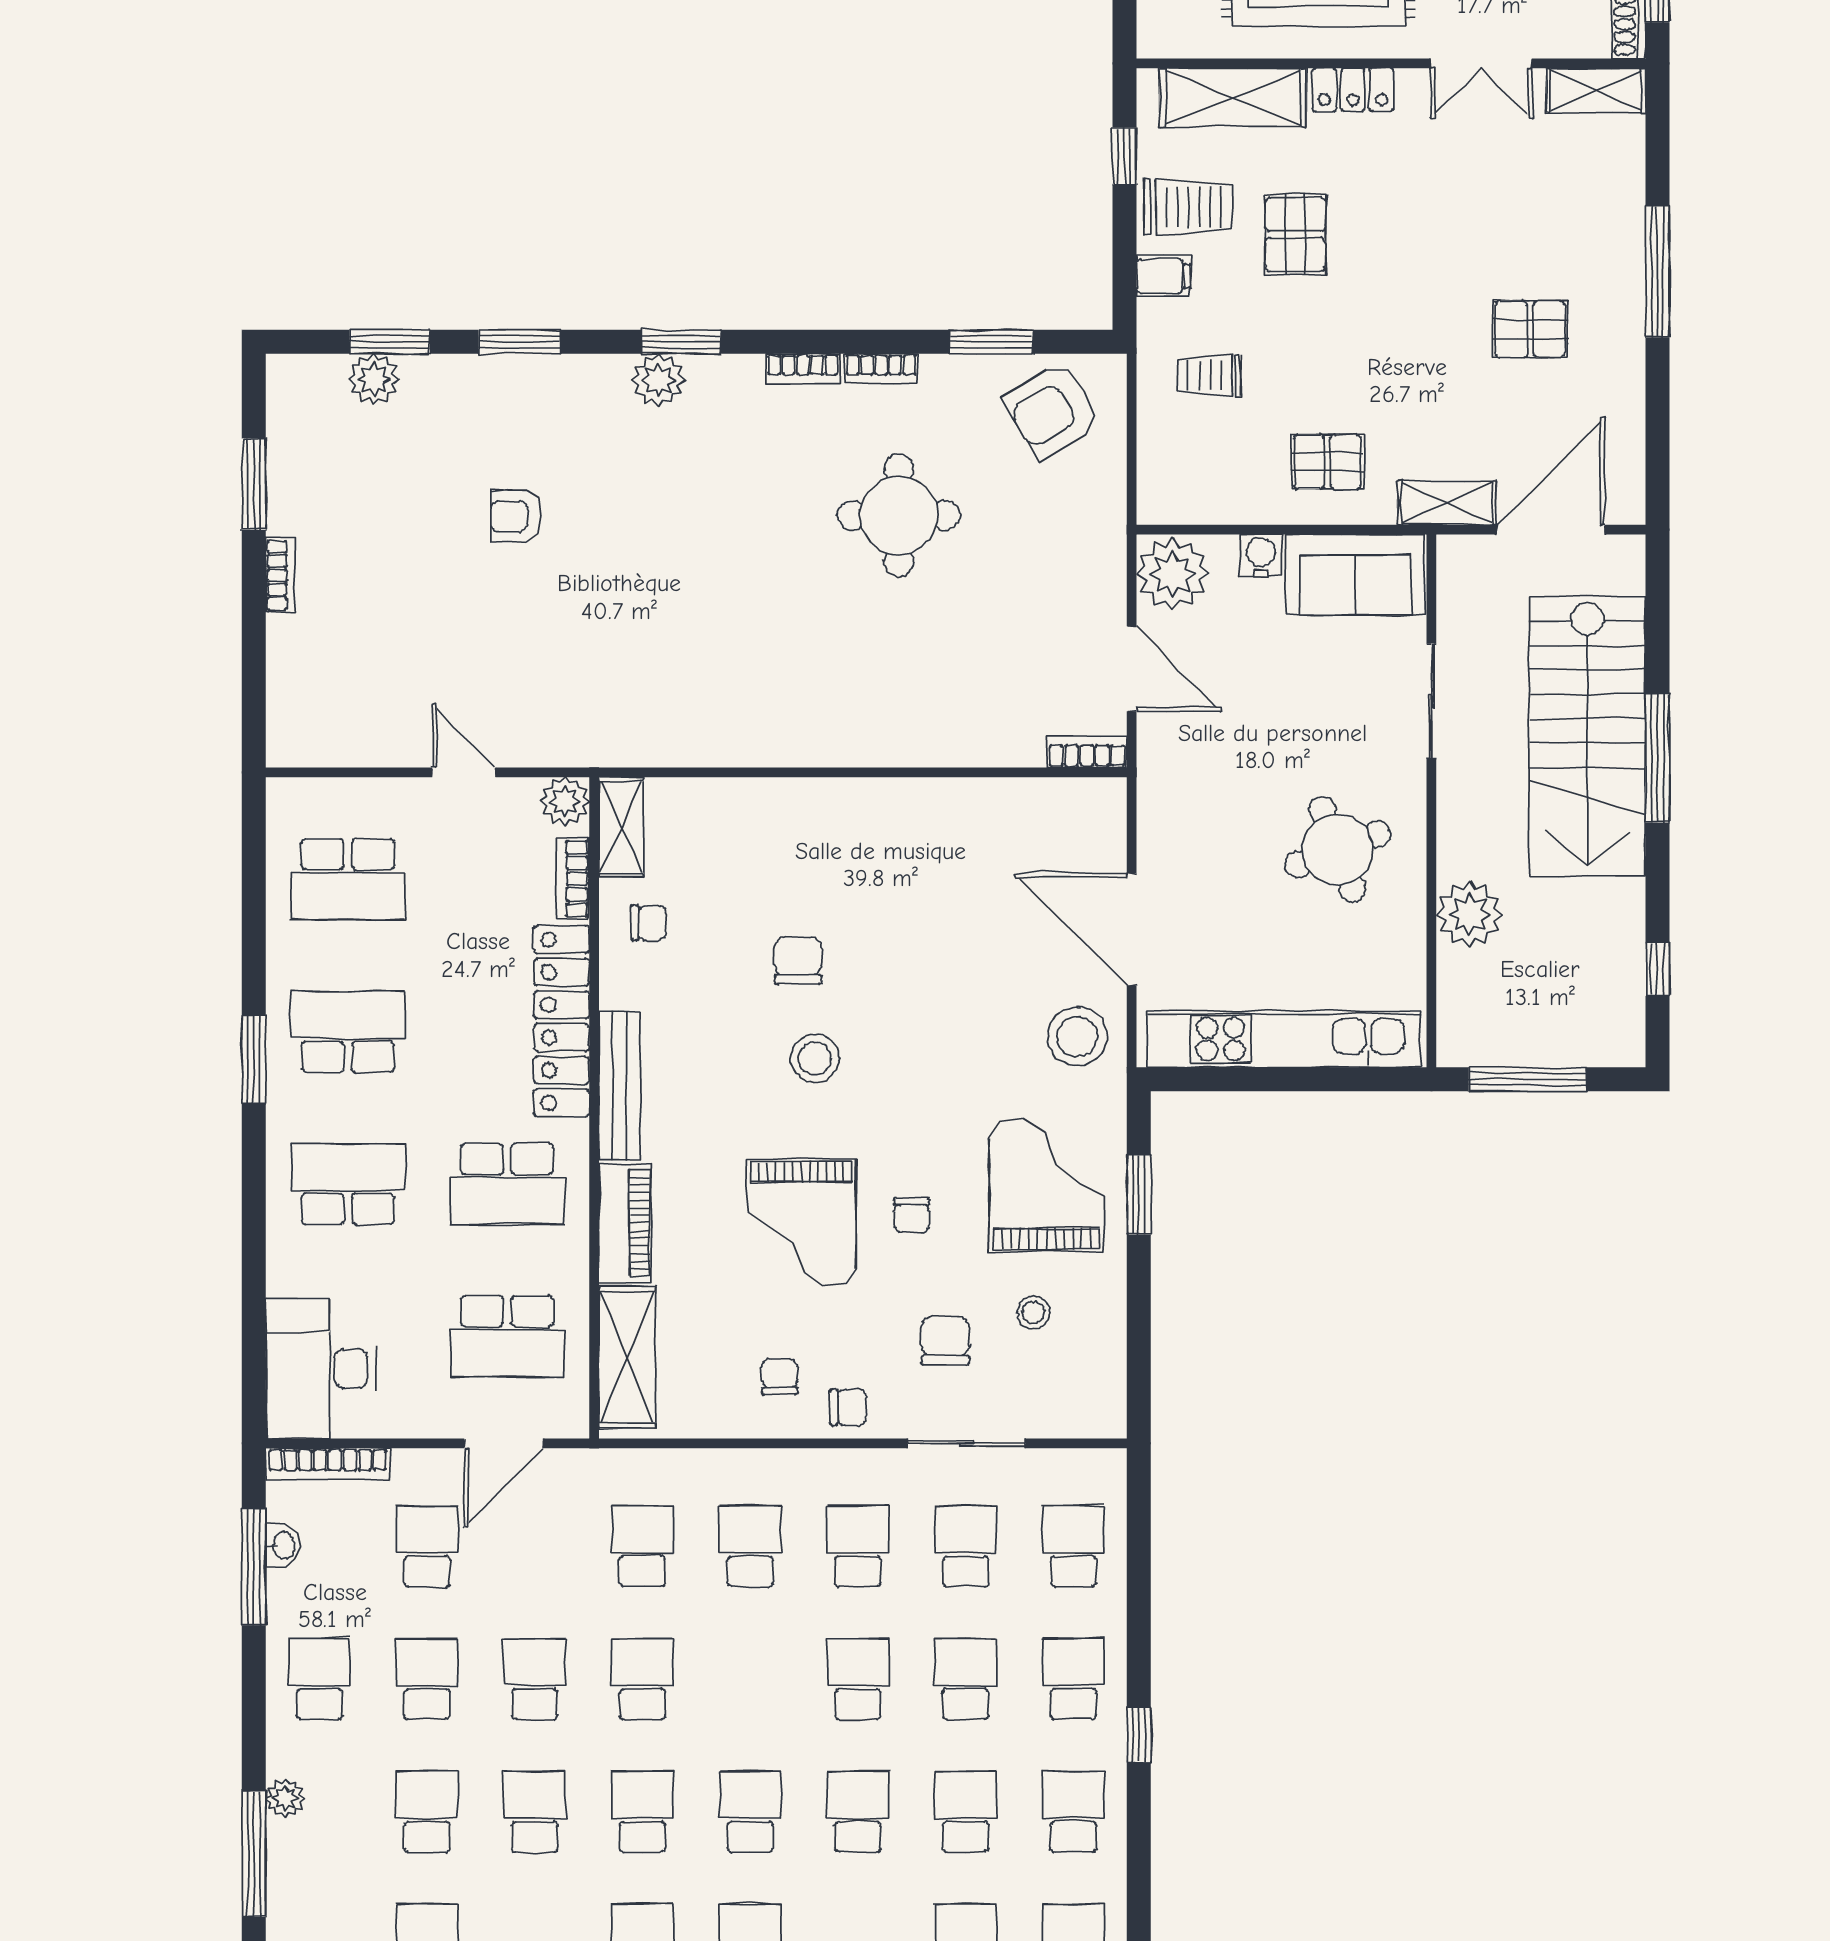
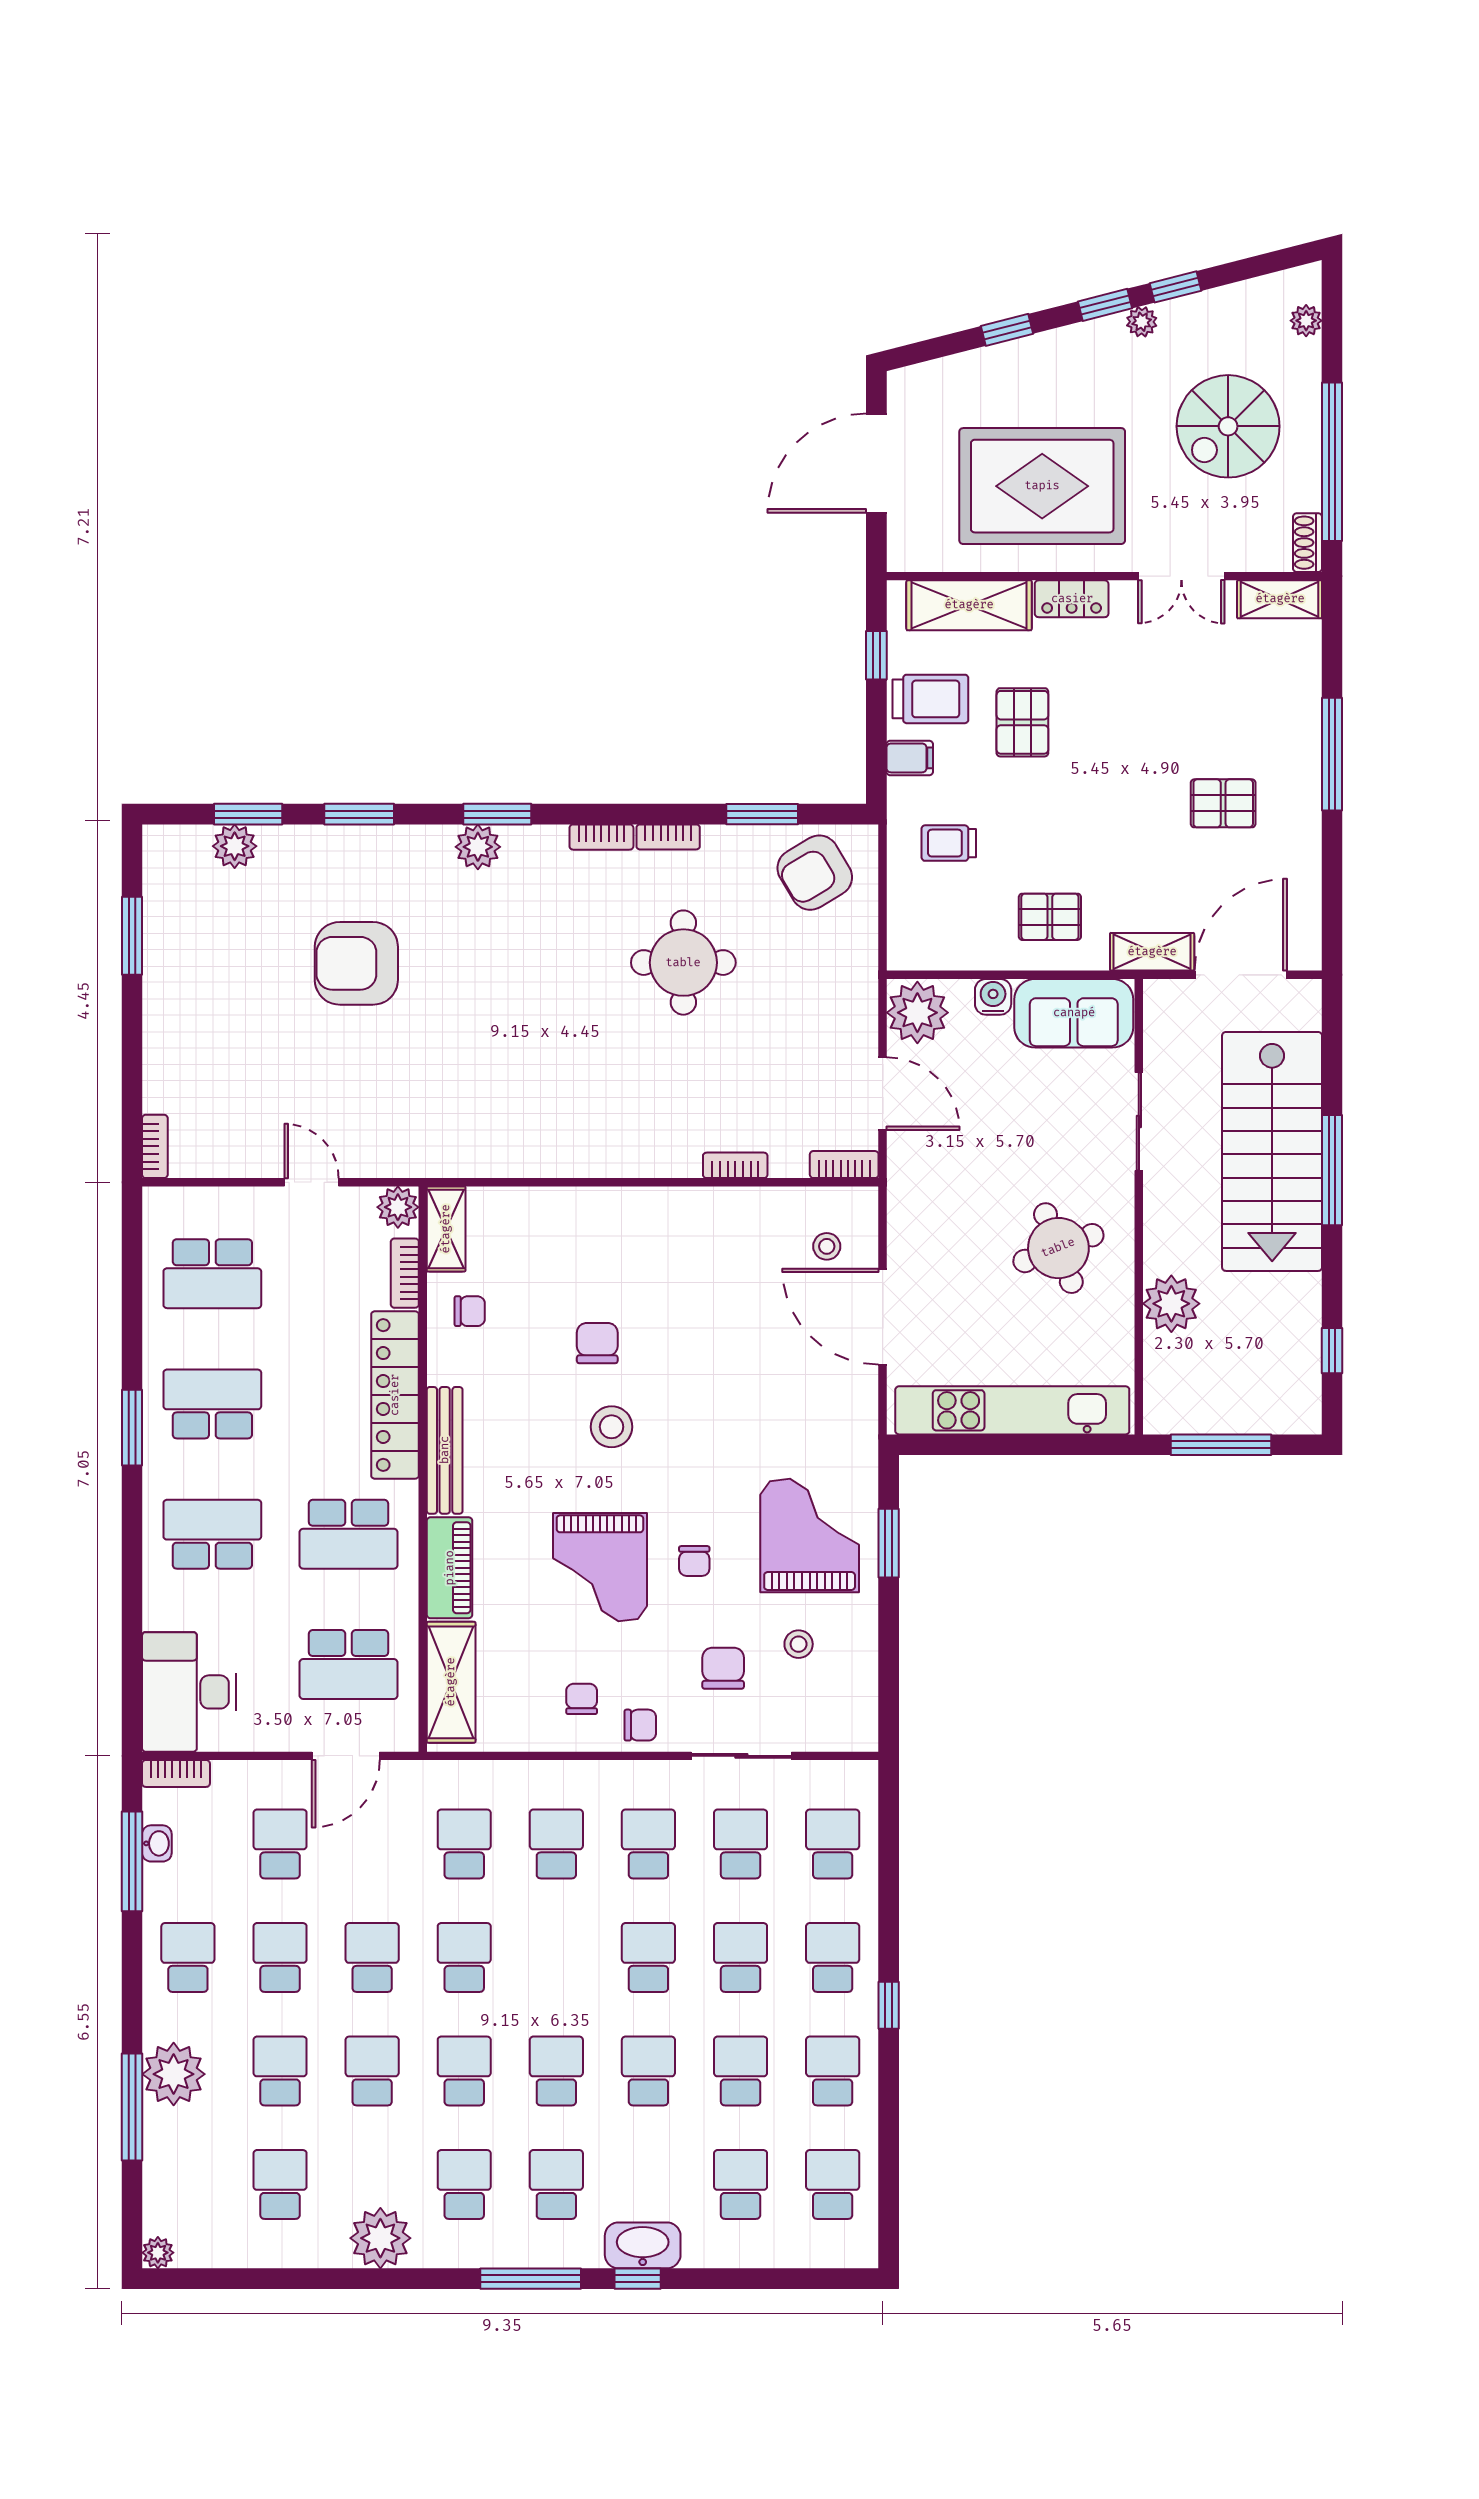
armchair: (516, 516) -> (356, 963), width x1.88, depth x1.88
bookcase: (281, 575) -> (155, 1146), moved
bookcase: (959, 753) -> (735, 1165), added
stool: (1077, 1036) -> (827, 1246), moved, width x0.53, depth x0.53
bookcase: (328, 1464) -> (176, 1773), width x0.64
plant: (285, 1798) -> (174, 2074), width x1.87, depth x1.87

